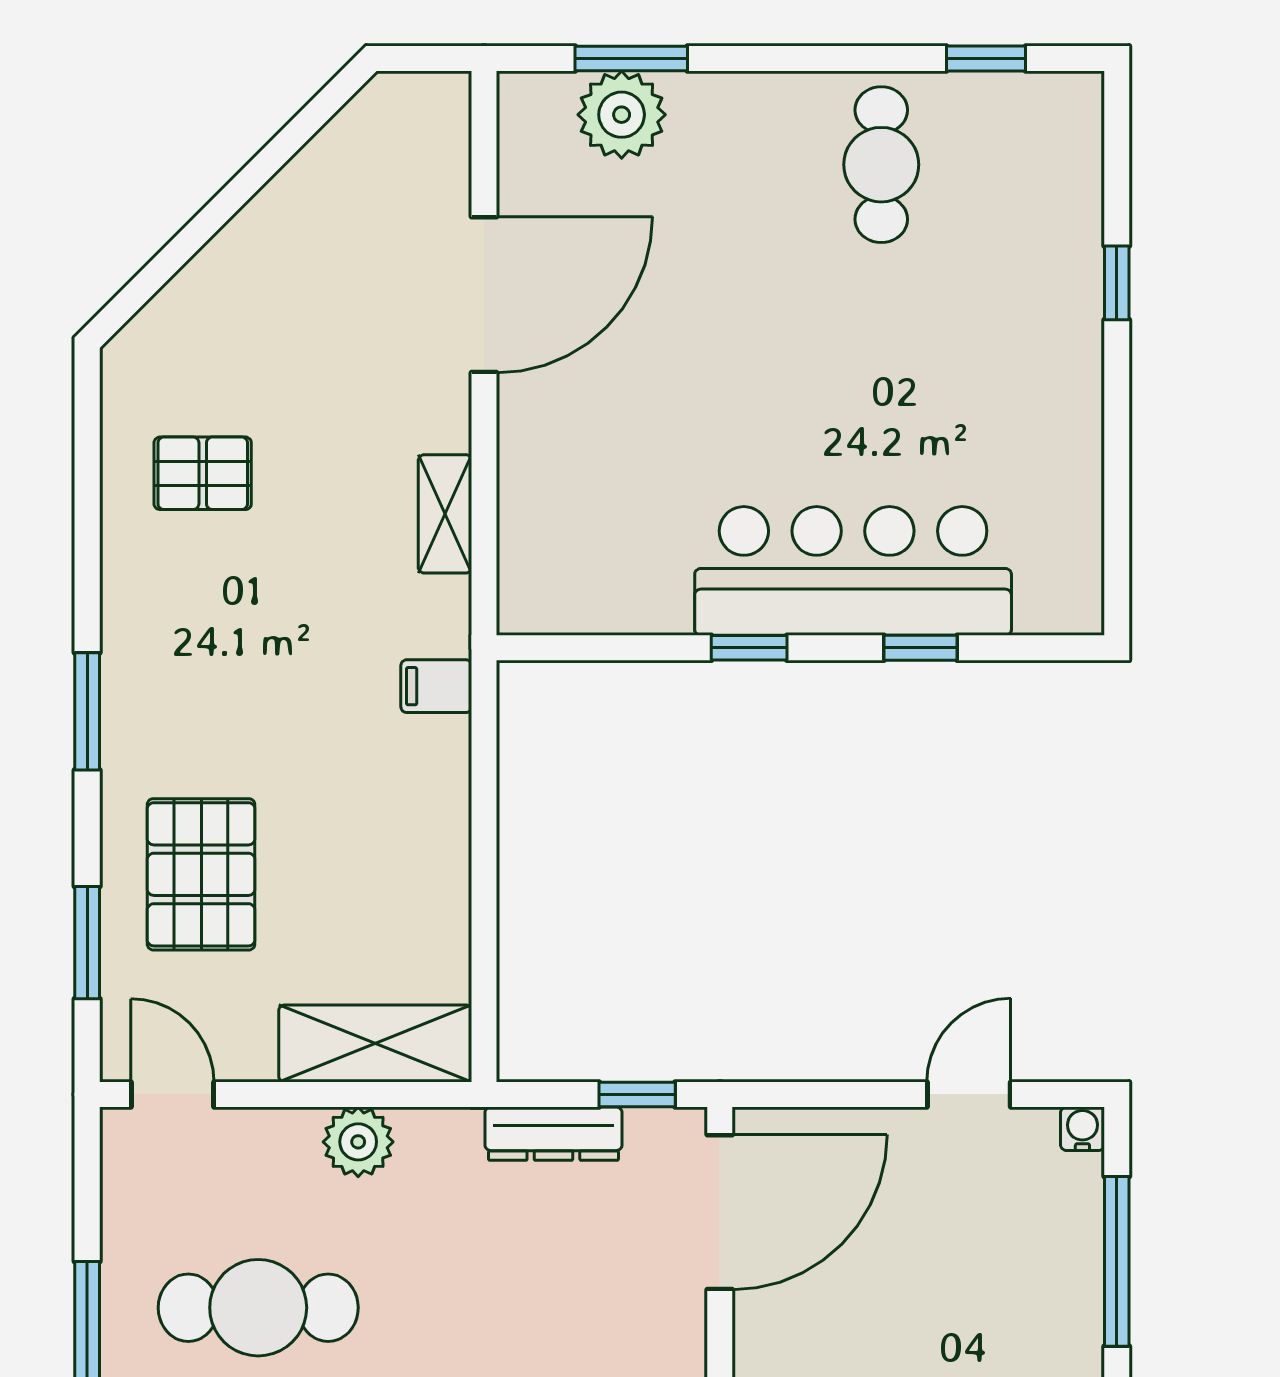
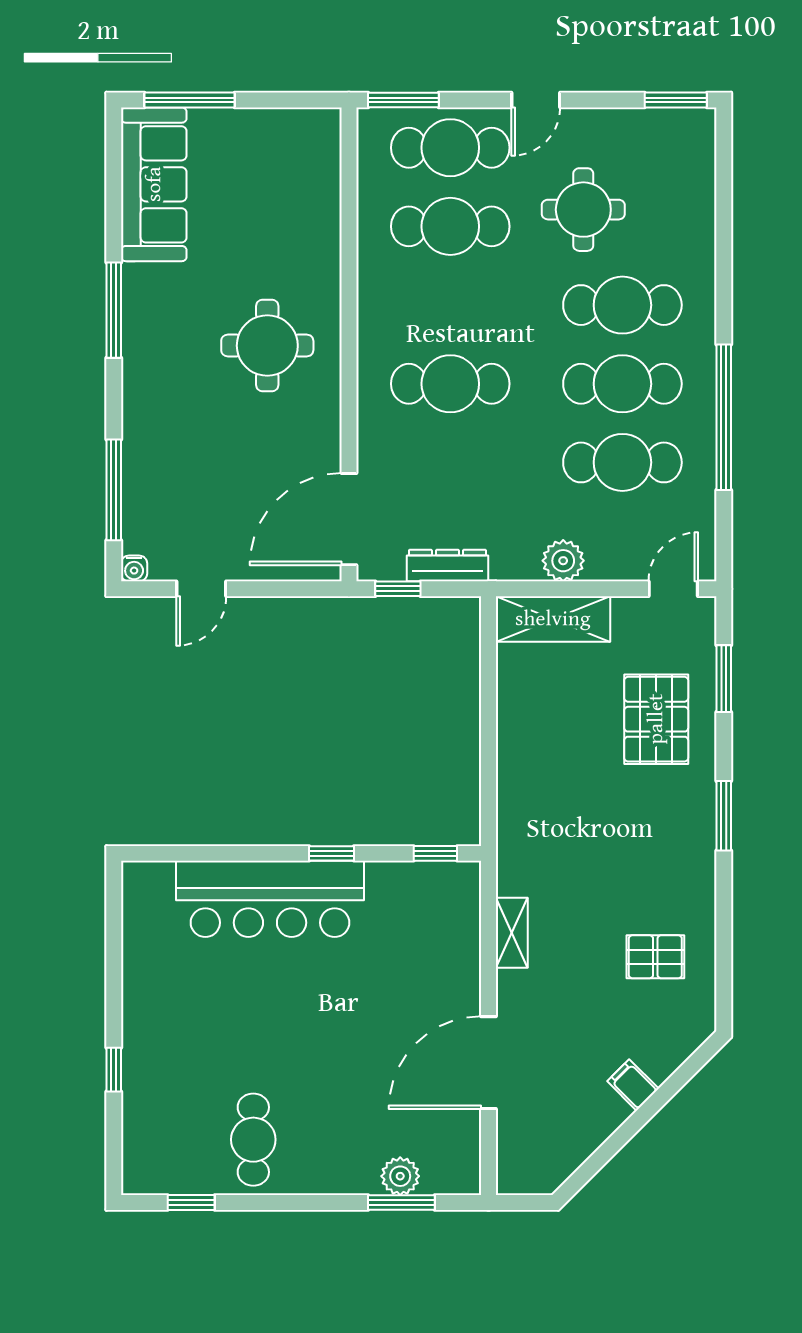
plant: (622, 115) -> (400, 1176), width x0.73, depth x0.73
window: (921, 648) -> (435, 853), moved
filing cabinet: (436, 686) -> (633, 1085), moved, turned -135
door: (172, 1094) -> (673, 589), swing flipped

